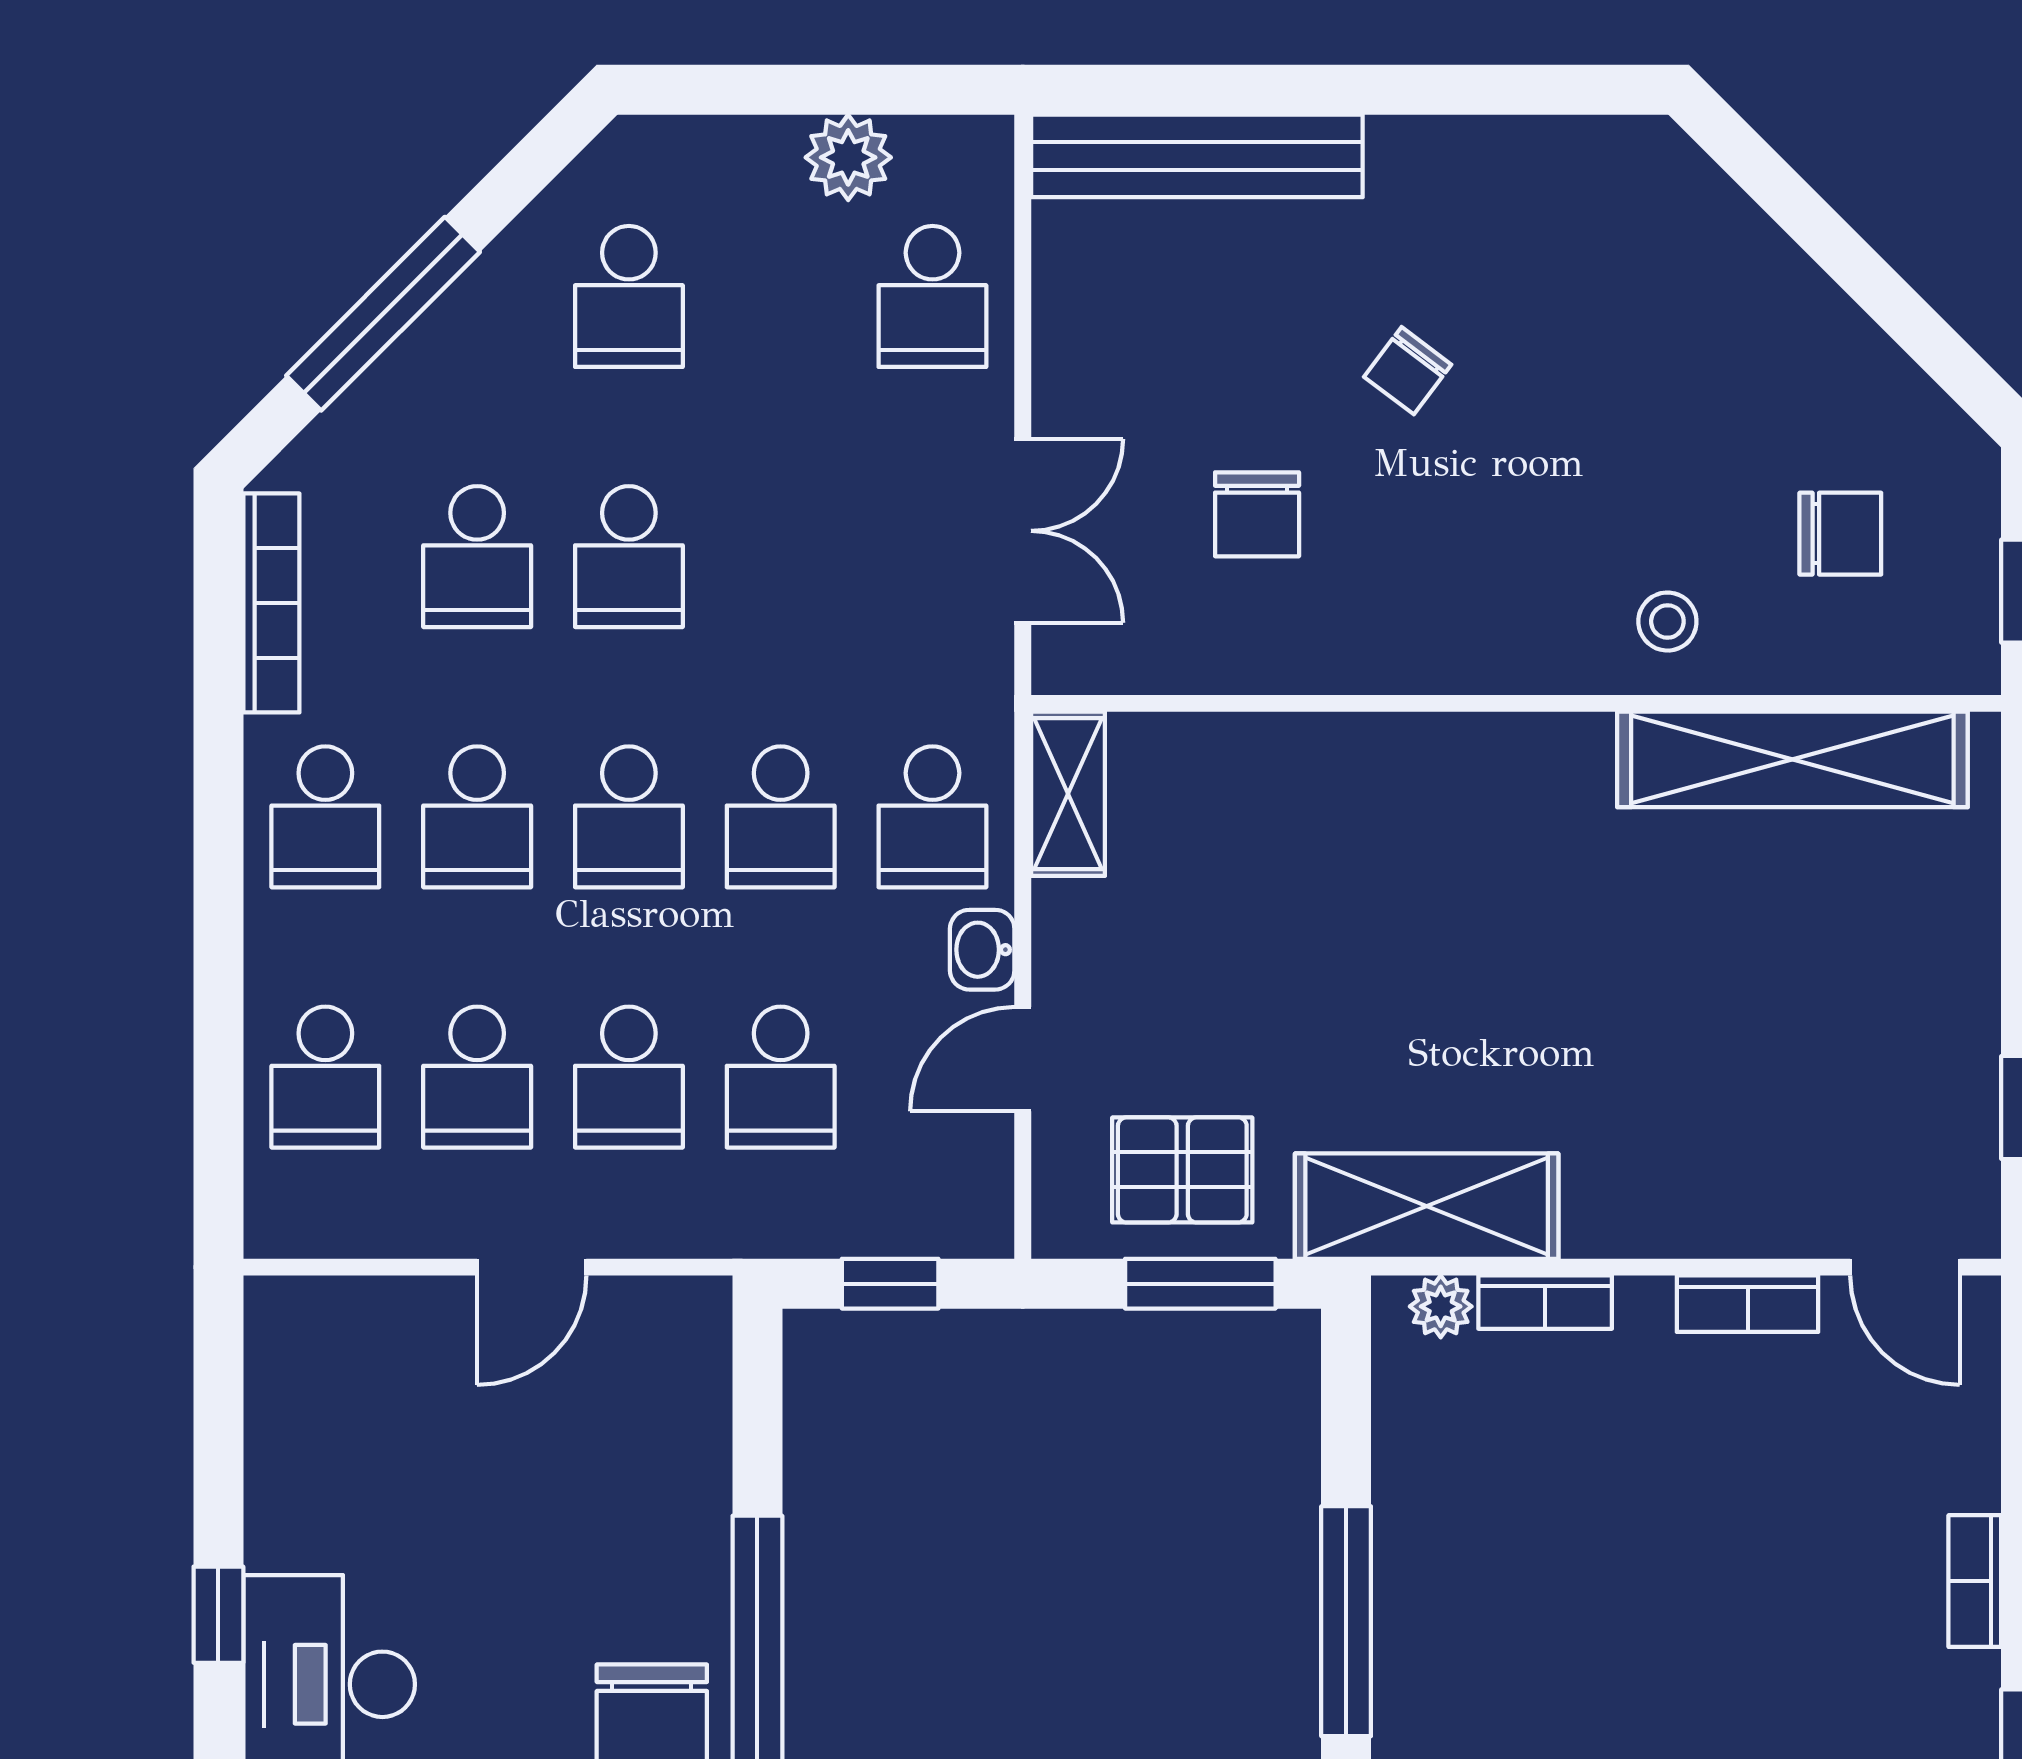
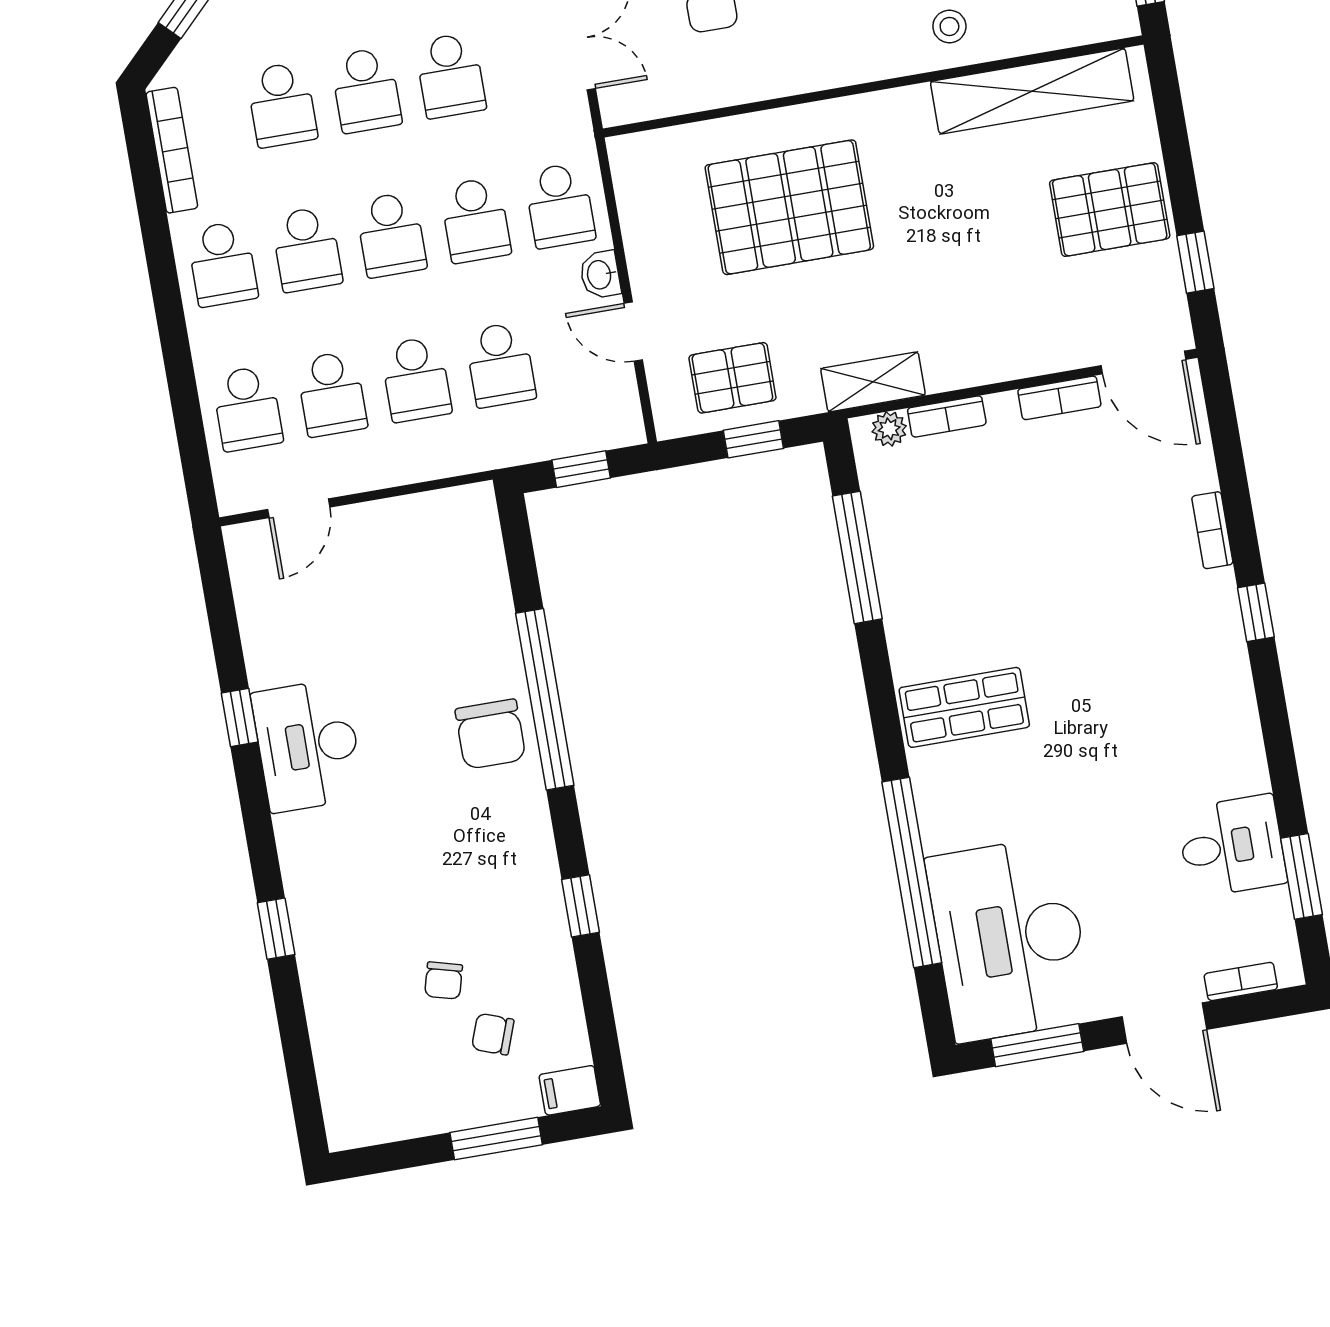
school desk: (781, 557) -> (450, 76), added
shelving: (1068, 794) -> (633, 180), removed
pallet: (1333, 889) -> (789, 207), added
pallet: (1892, 990) -> (1110, 210), added
door: (1023, 1059) -> (633, 332), hinge flipped
shelving: (1427, 1206) -> (873, 382), width x0.67, depth x0.75
door: (532, 1267) -> (299, 508), moved
door: (1905, 1267) -> (1143, 362), width x1.38
window: (1200, 1284) -> (753, 439), width x0.67
window: (1346, 1621) -> (857, 557), moved

